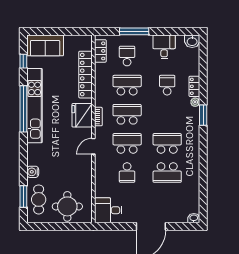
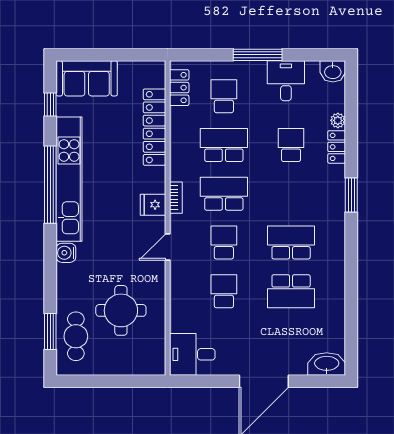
window: (134, 31) -> (258, 55), moved
plant: (195, 102) -> (338, 120), moved
fridge: (82, 115) -> (153, 205), width x0.53, depth x0.75
school desk: (127, 143) -> (224, 242), width x0.54
water cooler: (33, 172) -> (66, 253), moved
school desk: (127, 173) -> (224, 291), turned 180
round table: (67, 206) -> (121, 310), moved
washbasin: (194, 218) -> (327, 364), width x1.91, depth x1.45

